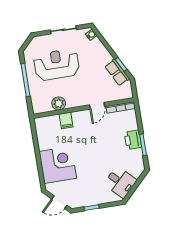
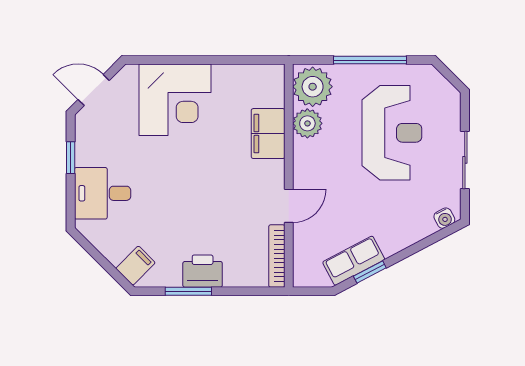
plant: (42, 104) -> (313, 87), added
door: (97, 106) -> (289, 206), swing flipped
filing cabinet: (66, 120) -> (268, 134), width x2.00
filing cabinet: (135, 170) -> (135, 266), added
desk: (120, 182) -> (103, 193), moved, turned 45
door: (59, 202) -> (94, 90), hinge flipped

